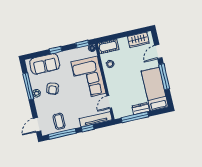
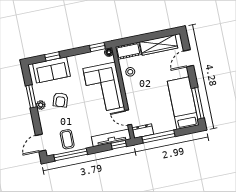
wardrobe: (138, 40) -> (159, 45), width x1.50
window: (56, 50) -> (52, 56), moved
window: (164, 77) -> (198, 103), moved
window: (28, 86) -> (31, 96), width x0.69
door: (109, 102) -> (128, 117), hinge flipped
dresser: (141, 109) -> (143, 131), moved
window: (88, 128) -> (119, 145), moved

